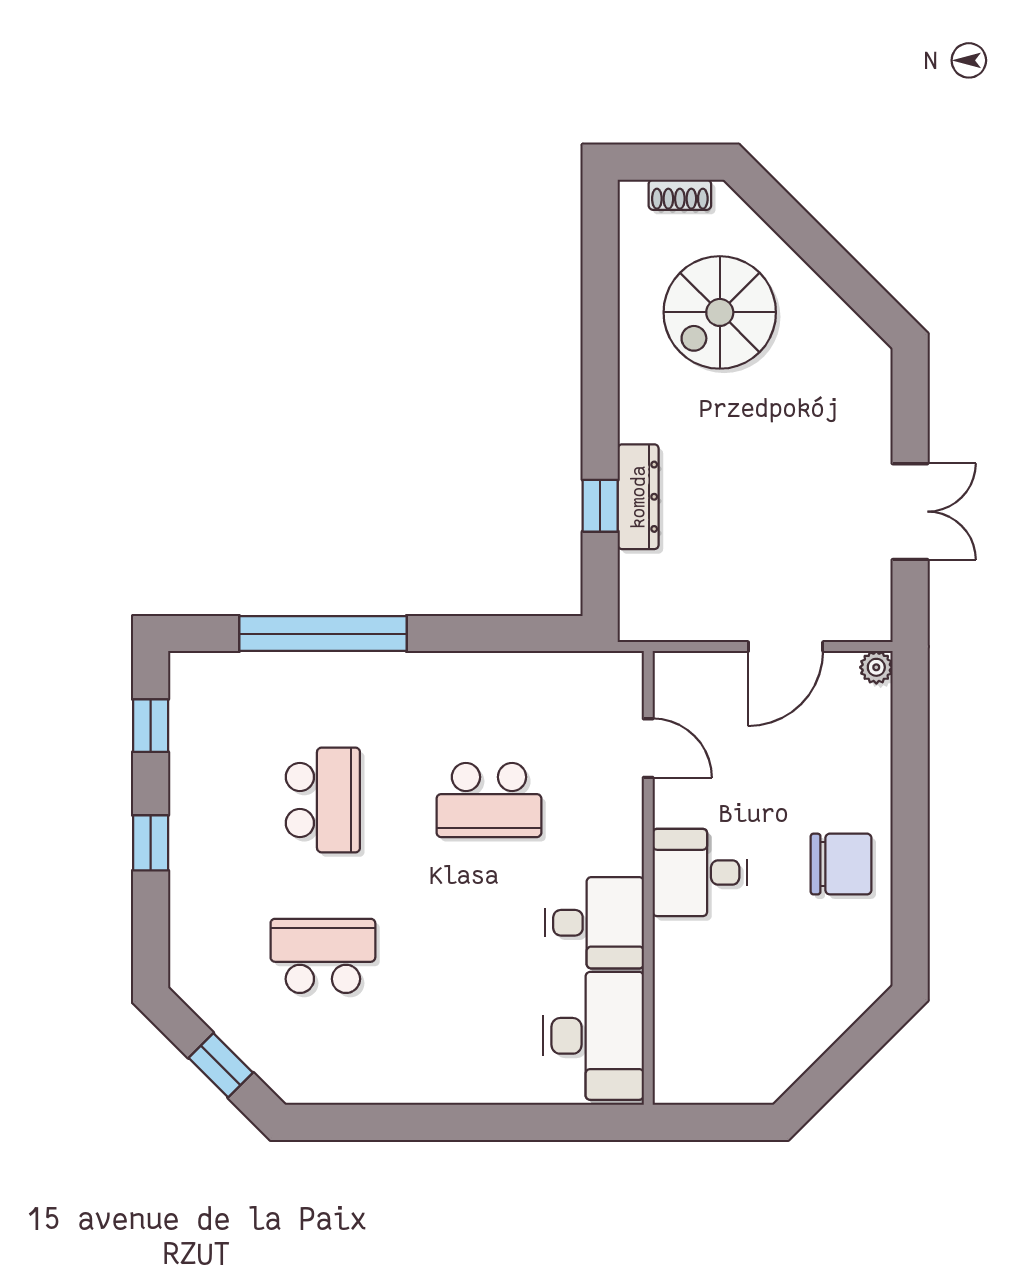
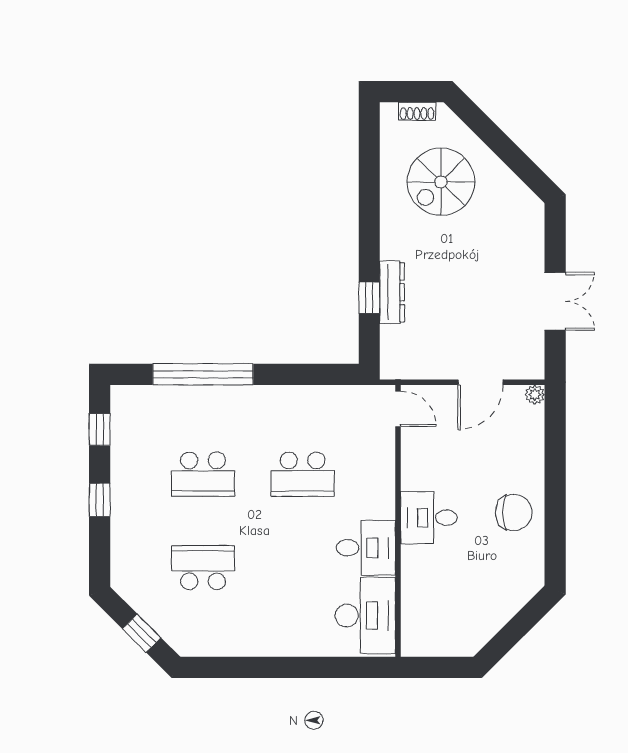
door: (648, 748) -> (398, 409), moved
school desk: (323, 800) -> (203, 474), turned 90

